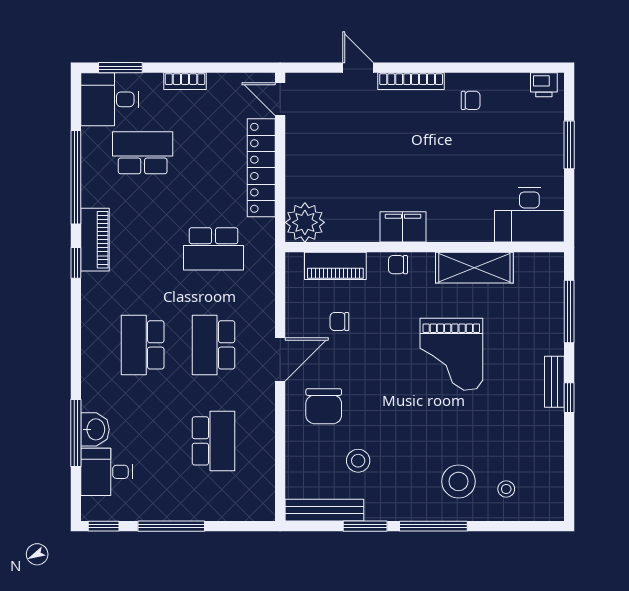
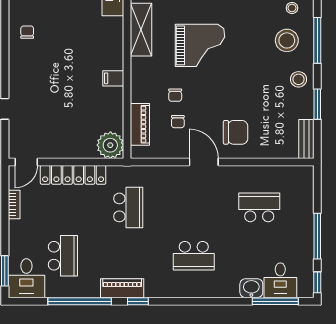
bookcase: (185, 81) -> (14, 204), moved
bookcase: (411, 81) -> (14, 73), removed
school desk: (143, 153) -> (63, 256), turned 180
filing cabinet: (403, 227) -> (113, 78), width x0.50
chair: (398, 265) -> (175, 95), moved
school desk: (214, 345) -> (194, 207), removed
window: (76, 433) -> (275, 301), moved
stool: (358, 461) -> (299, 79), moved
bench: (324, 510) -> (306, 139), width x0.73
window: (433, 526) -> (317, 40), moved

